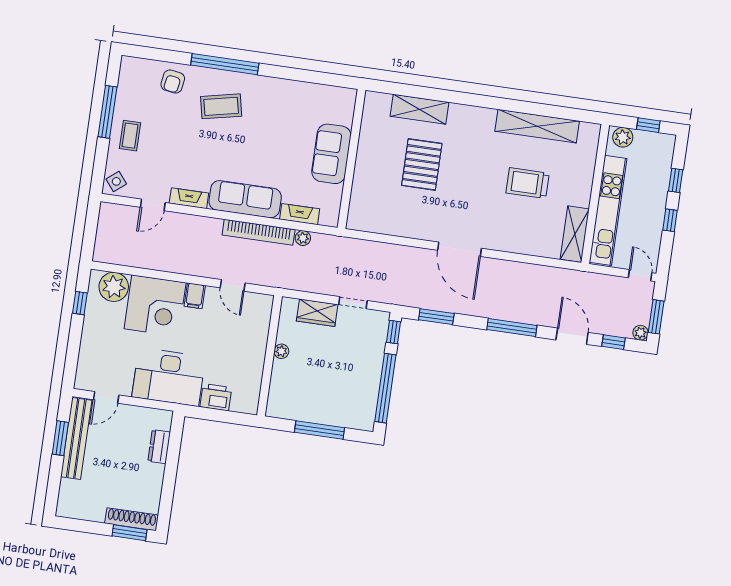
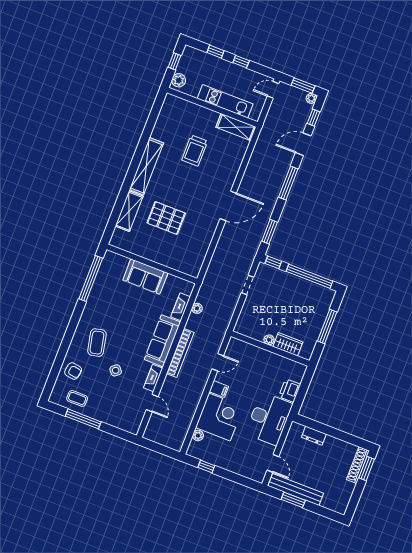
window: (225, 64) -> (91, 279), moved
shelving: (537, 126) -> (146, 166), moved
coffee table: (130, 136) -> (77, 398), moved
side table: (116, 181) -> (116, 370), moved
kitchen unit: (608, 210) -> (225, 101), width x0.73
bookcase: (259, 232) -> (180, 353), moved
plant: (114, 287) -> (198, 435), width x0.53, depth x0.53
wardrobe: (317, 313) -> (288, 344), moved, turned -90

